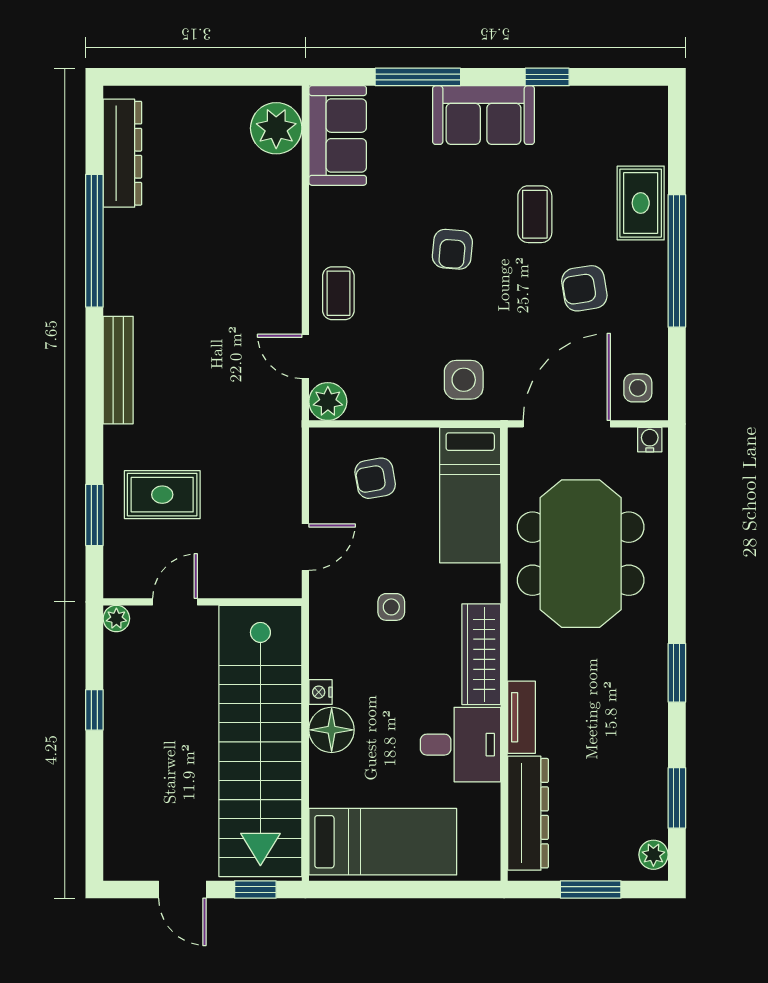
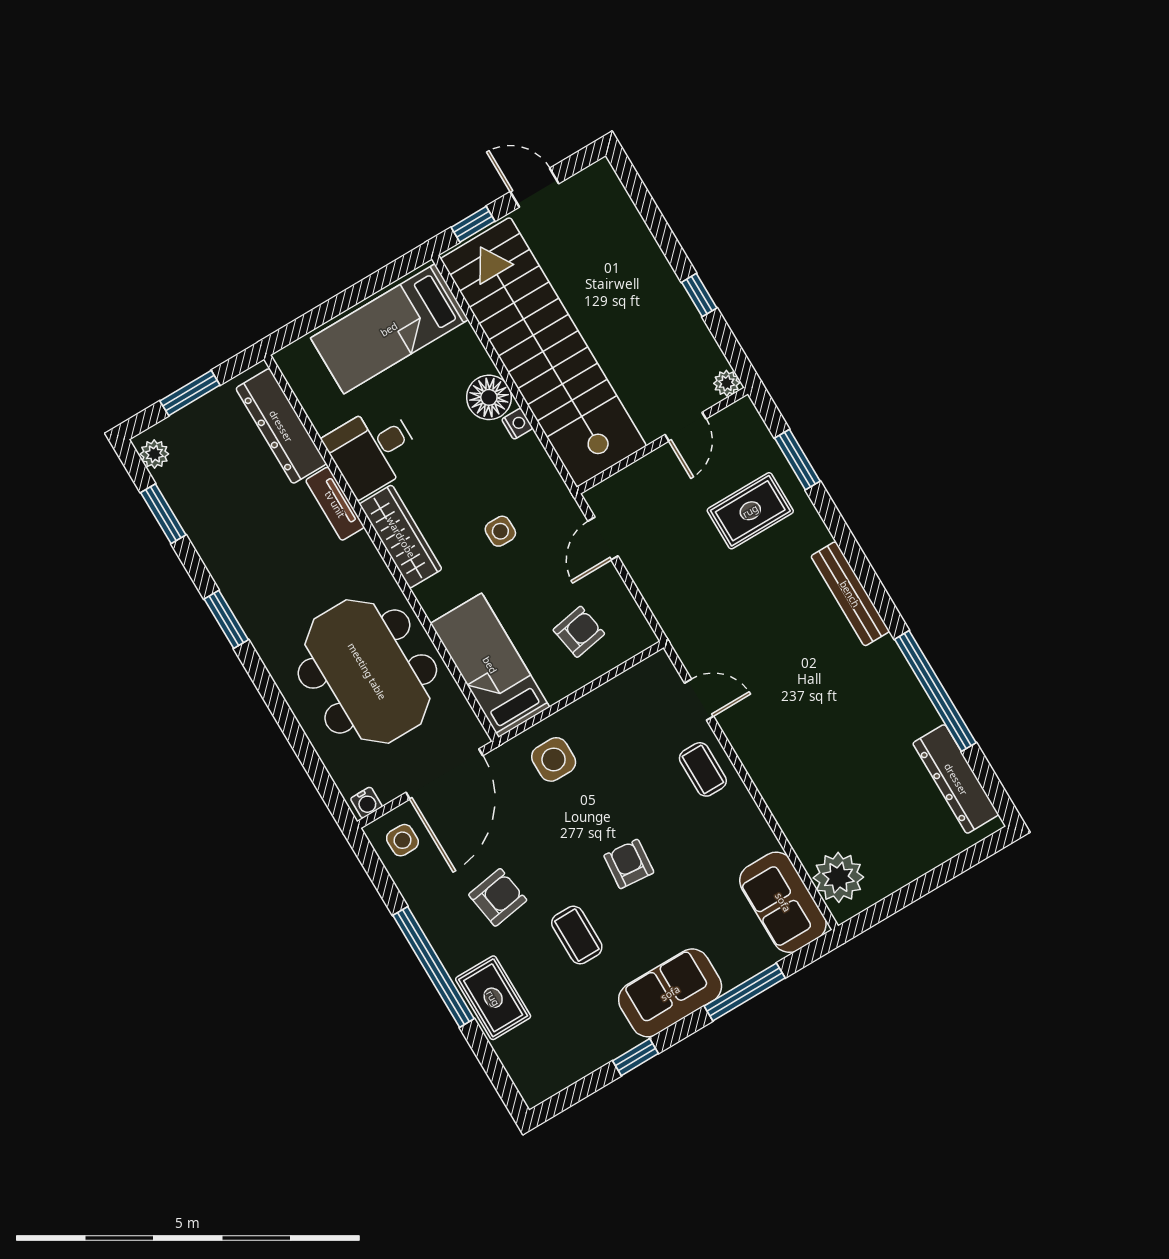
plant: (328, 402) -> (657, 673), removed

